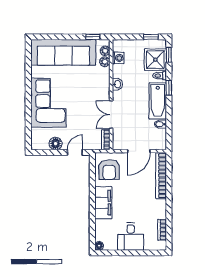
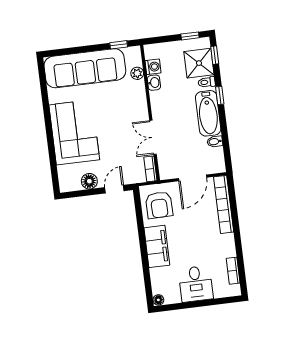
plant: (105, 51) -> (136, 60), removed
washbasin: (117, 84) -> (154, 83), moved

